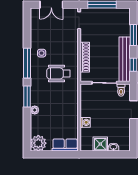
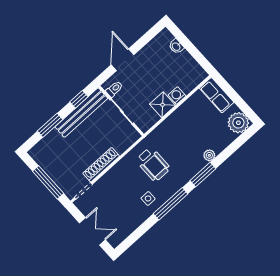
shoe rack: (85, 57) -> (101, 165), moved
shower: (100, 144) -> (162, 105), moved

